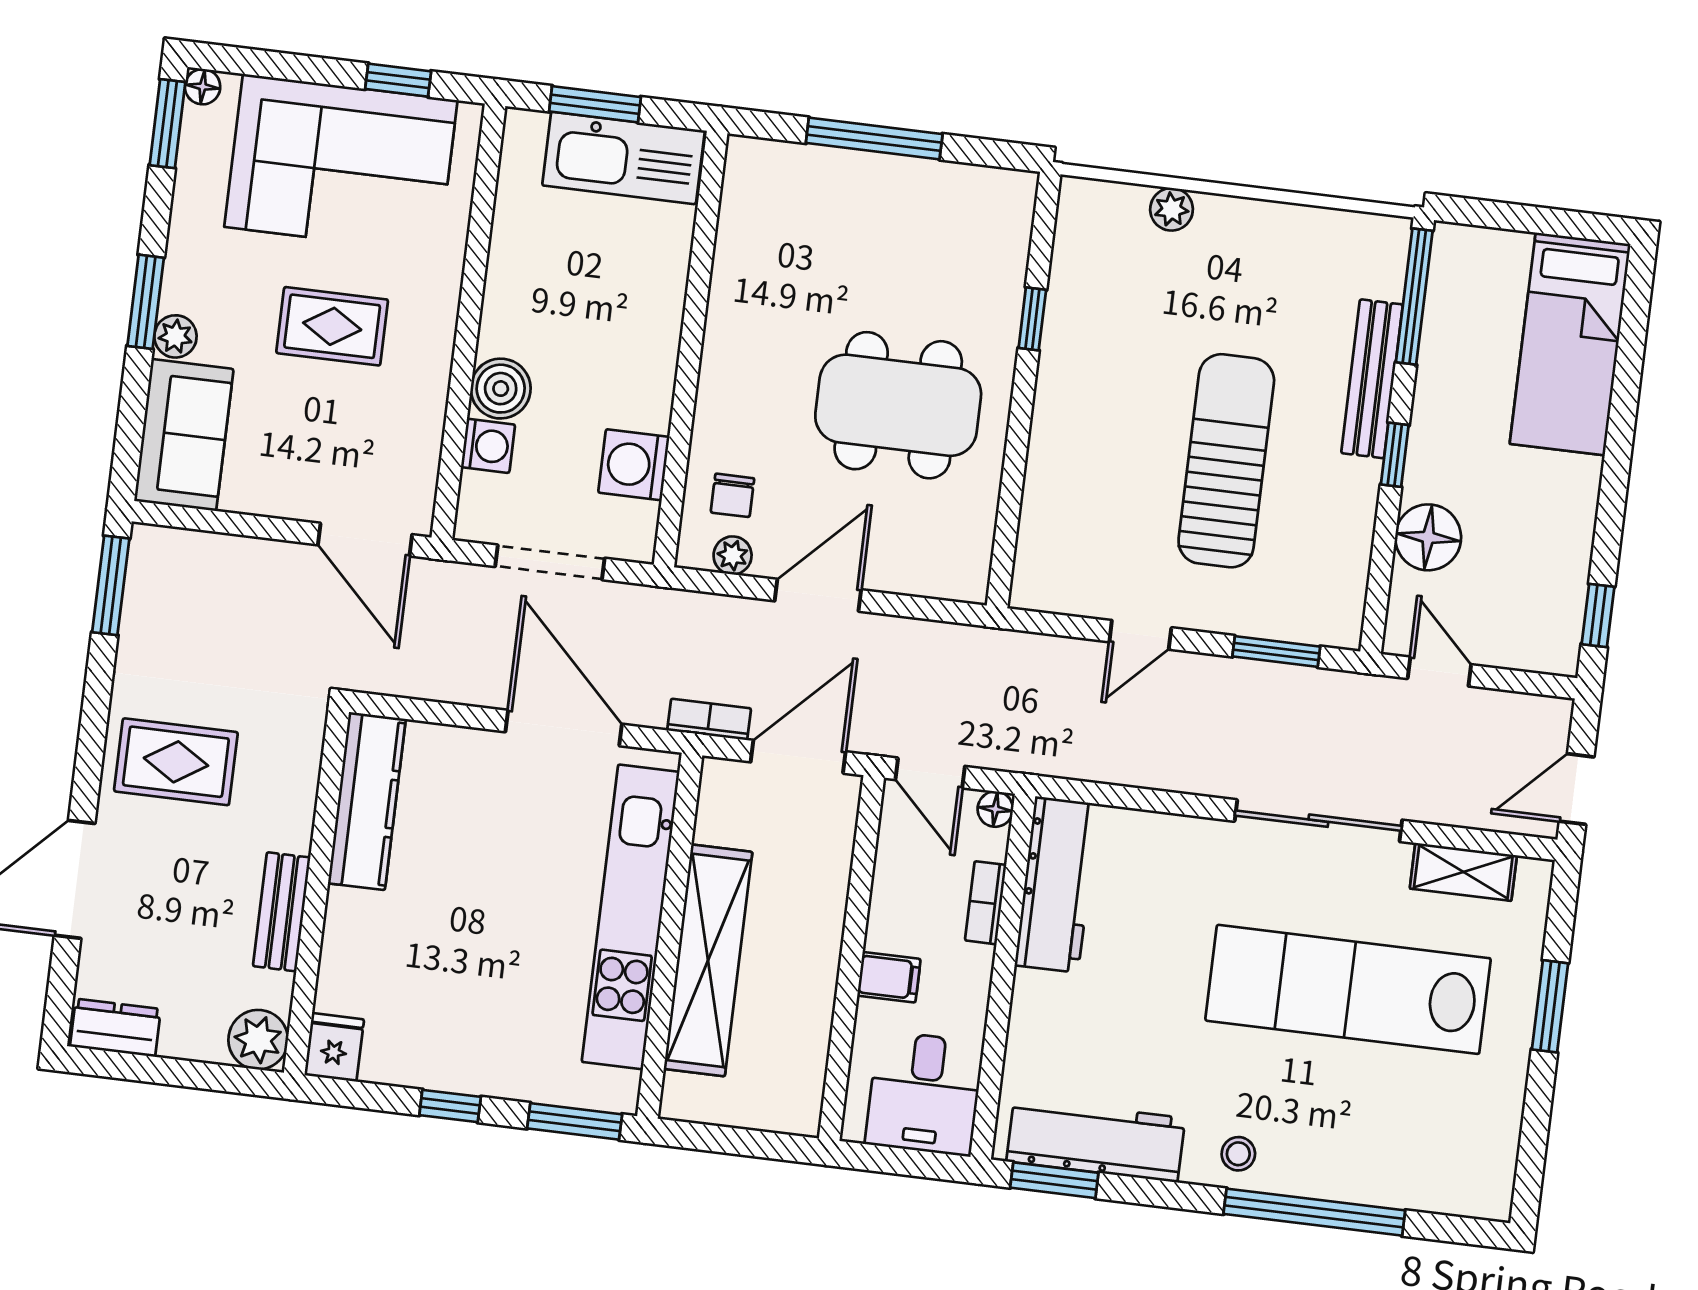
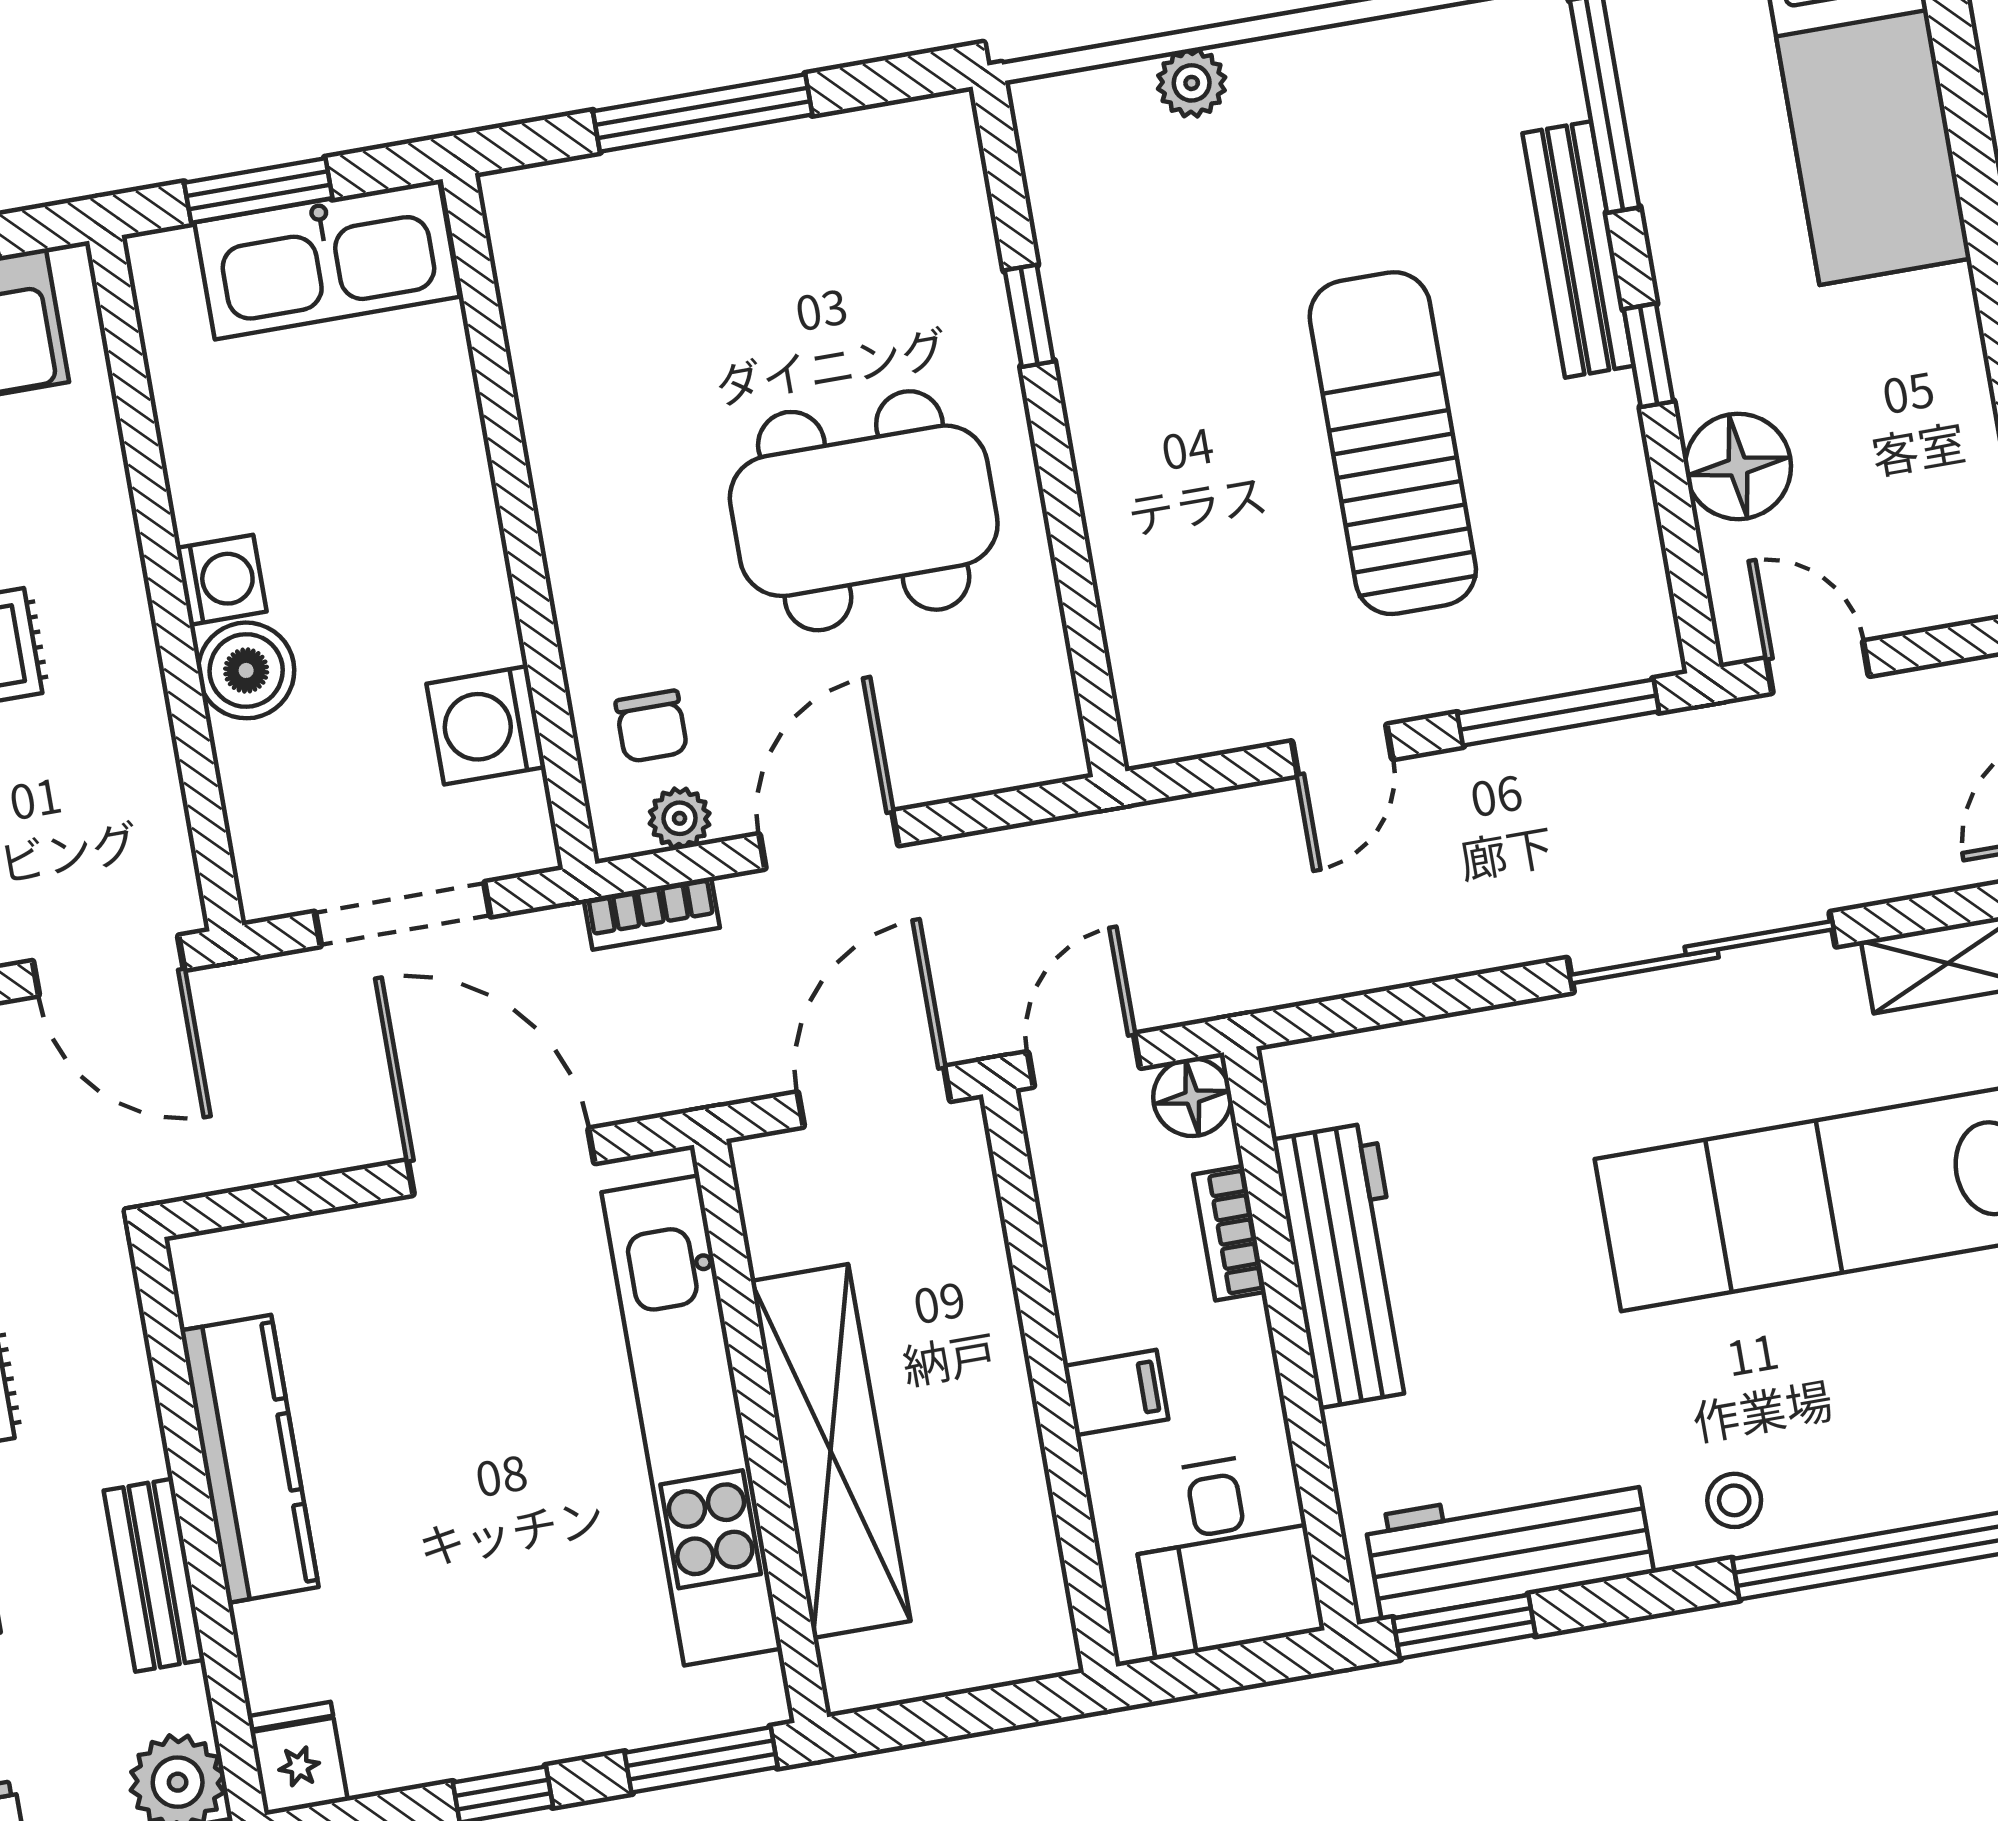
washing machine: (488, 446) -> (221, 580), moved
window: (1276, 652) -> (1558, 712), width x1.44
bookcase: (709, 719) -> (652, 913), moved, turned 180
door: (930, 773) -> (1084, 1060), swing flipped
kitchen counter: (367, 801) -> (249, 1459), moved
floor lamp: (995, 809) -> (1192, 1097), width x1.37, depth x1.37
workbench: (1057, 885) -> (1346, 1265), moved

